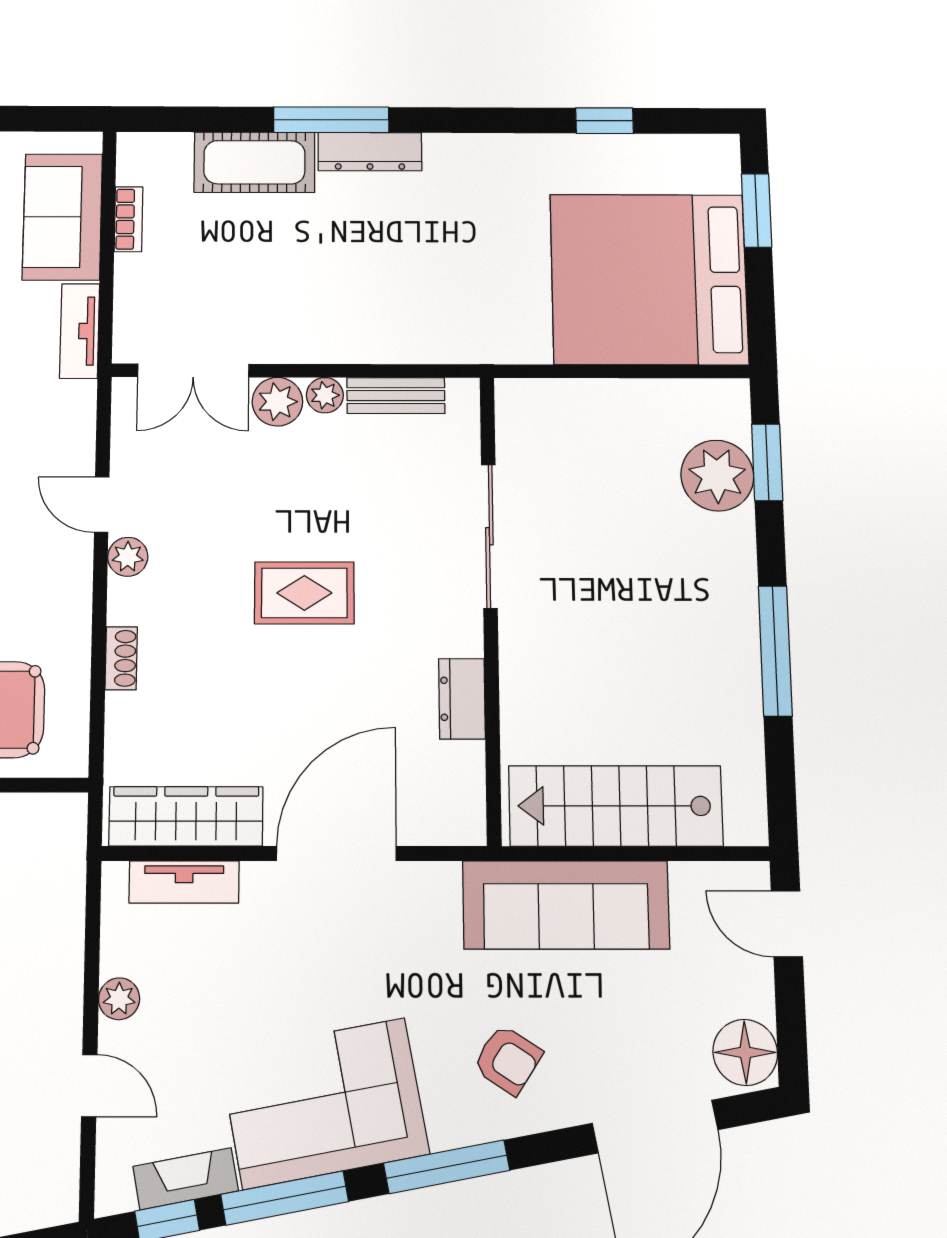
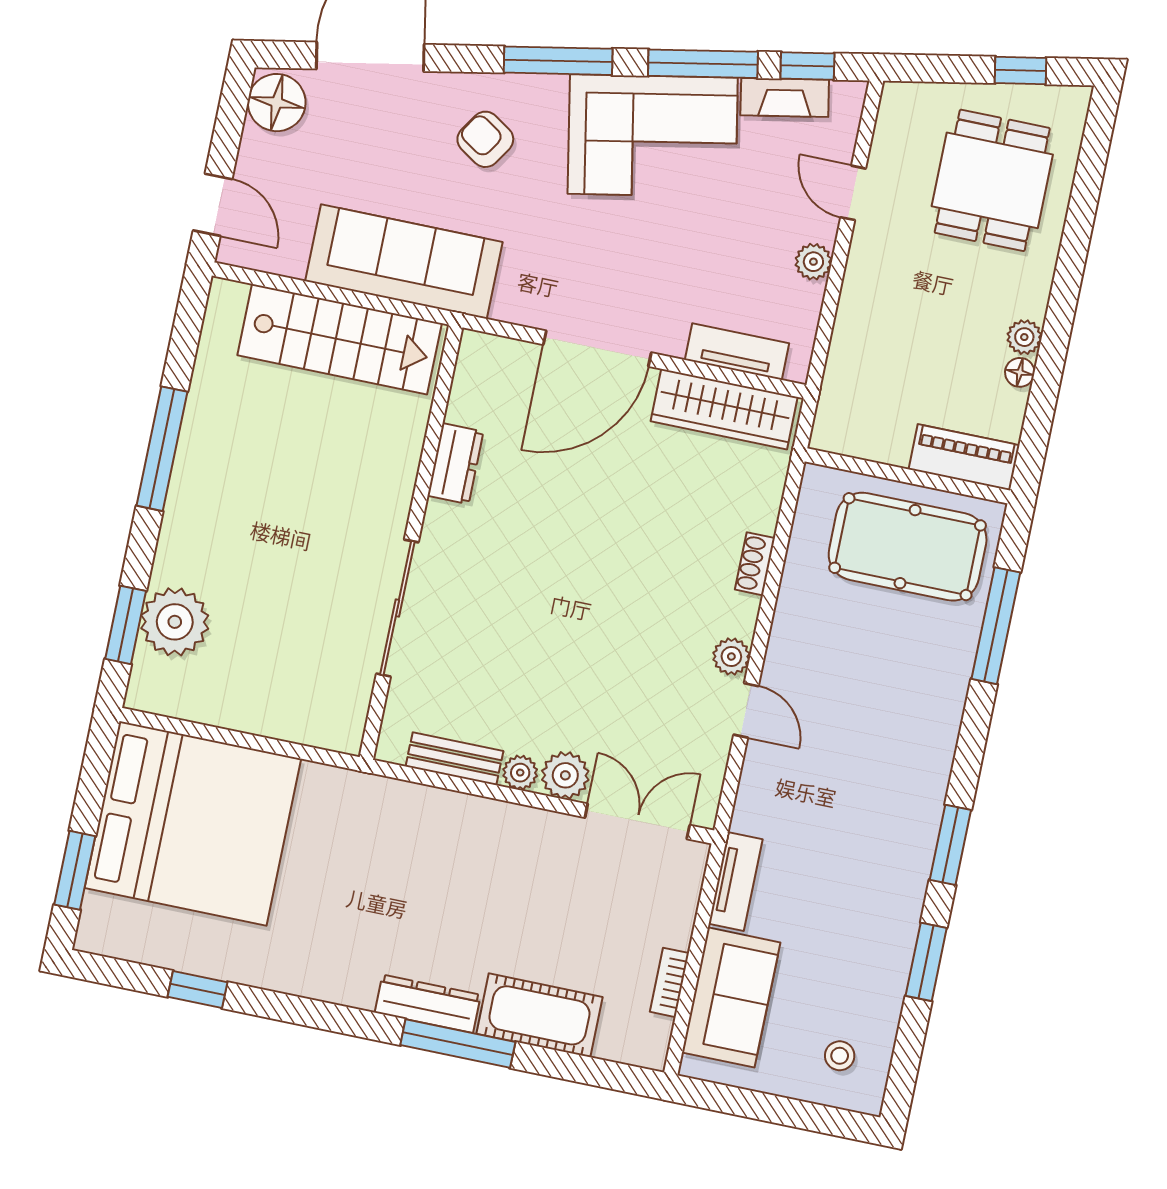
rug: (304, 593) -> (577, 590), removed

